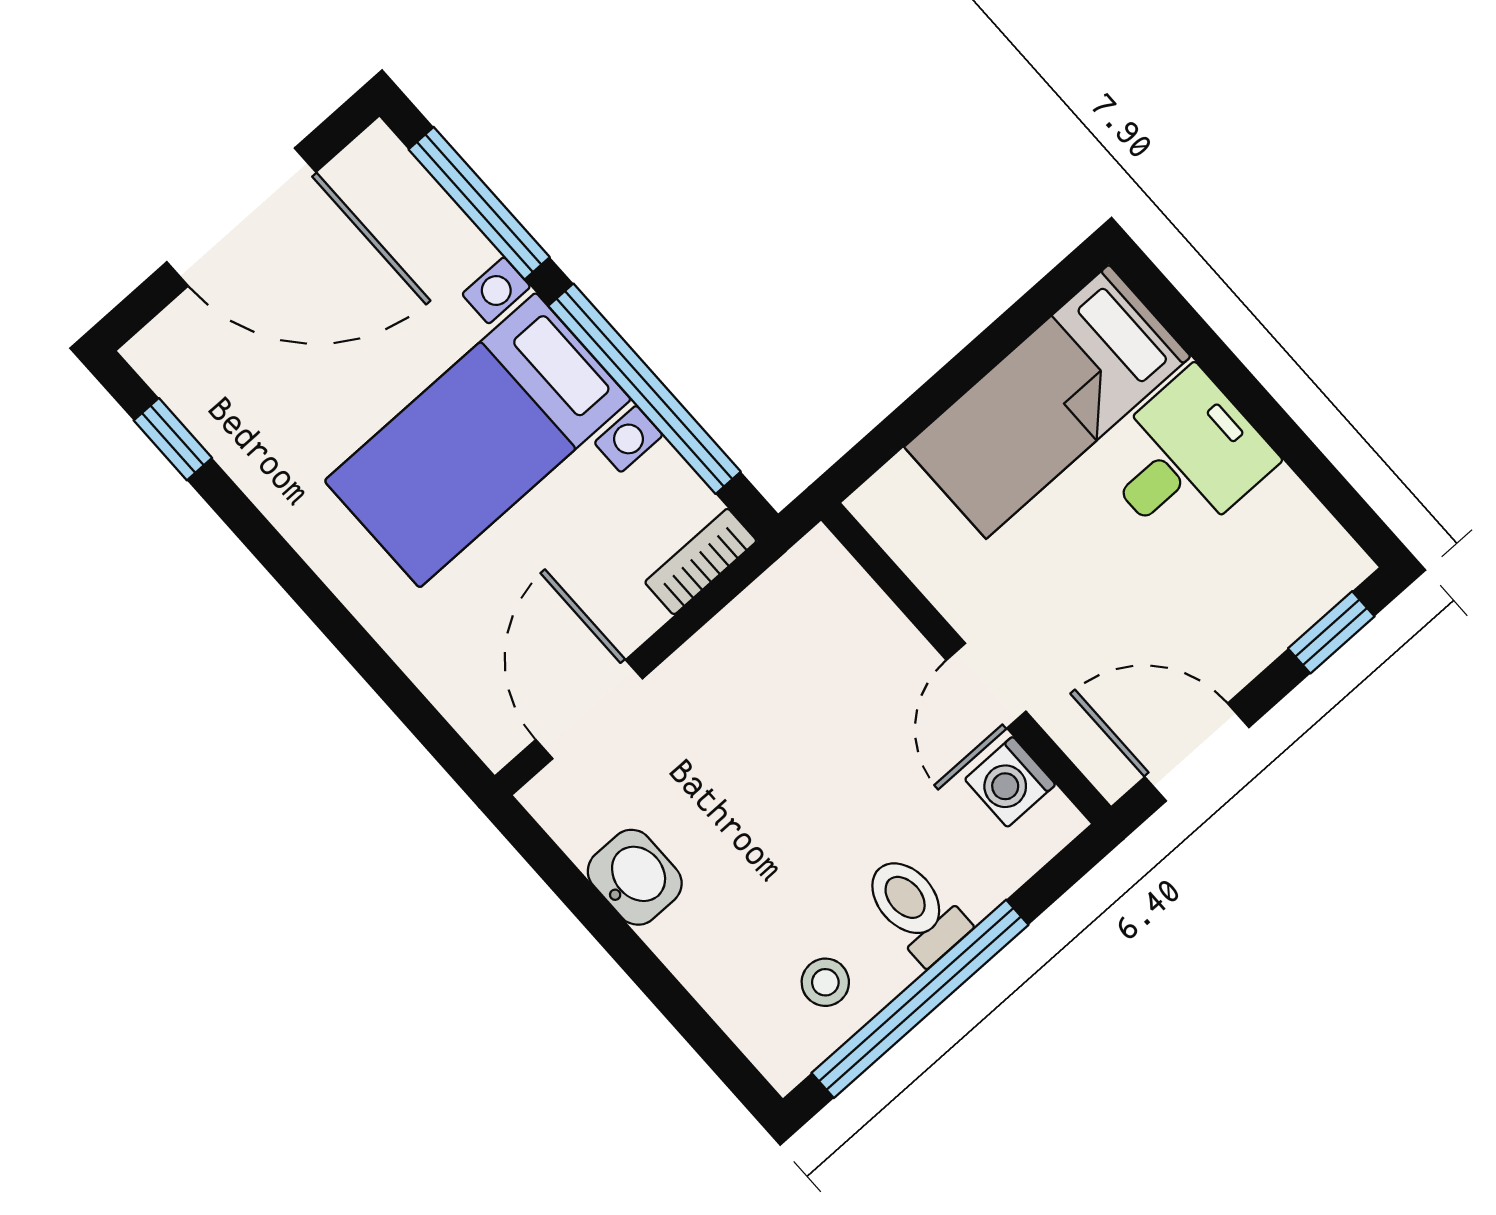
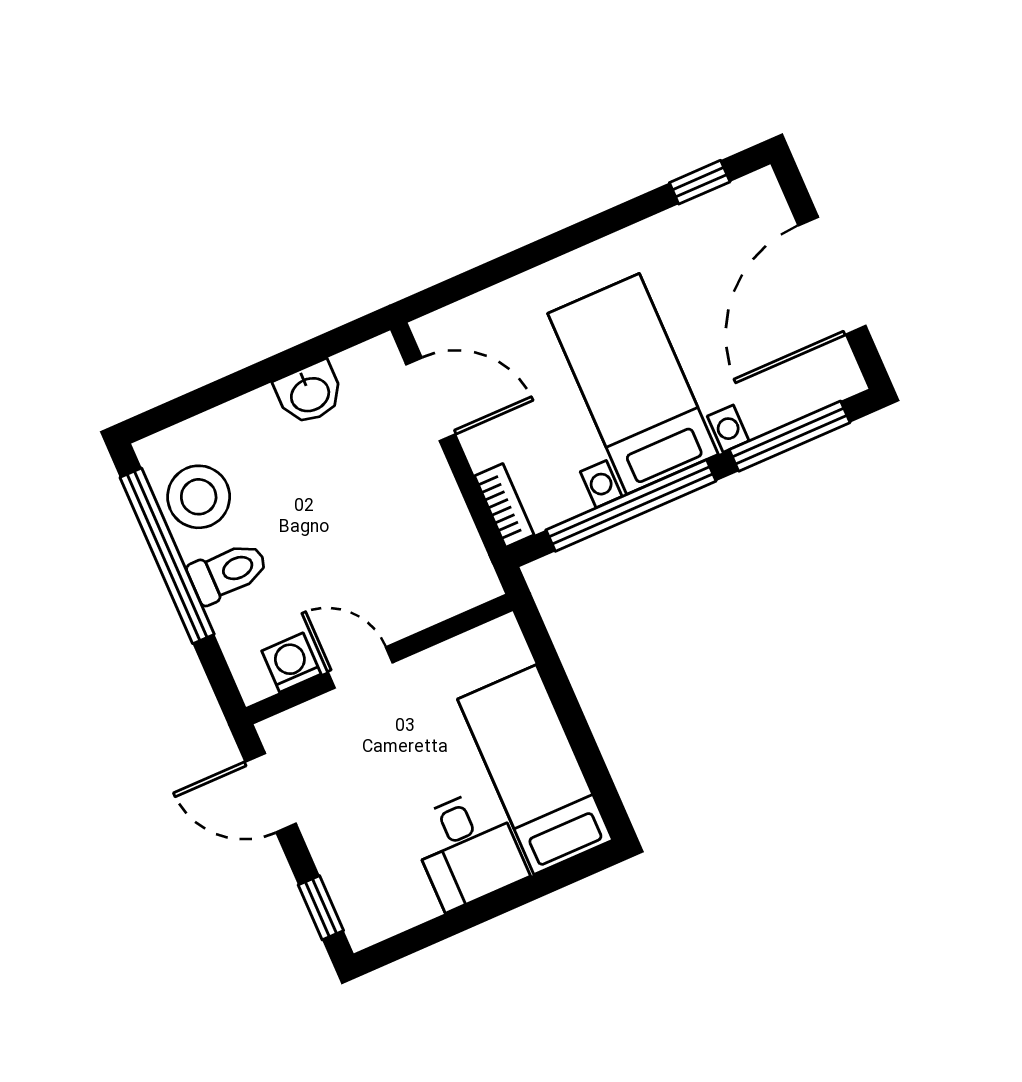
door: (1197, 752) -> (271, 793), swing flipped
stool: (825, 982) -> (199, 497), width x1.89, depth x1.89

